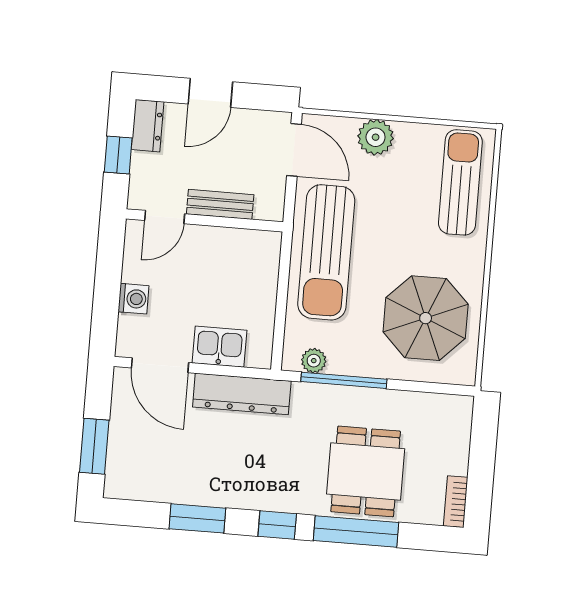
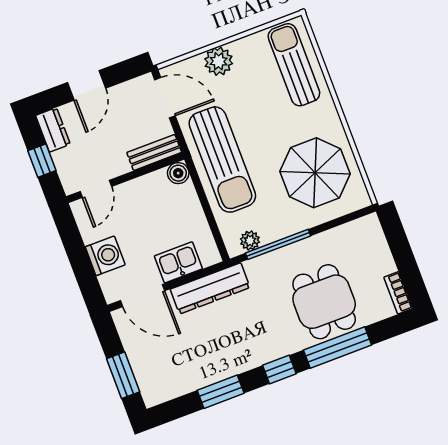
bench: (220, 204) -> (154, 152), moved
boiler: (268, 244) -> (178, 173), added
washing machine: (133, 299) -> (105, 256), width x1.38, depth x1.38

